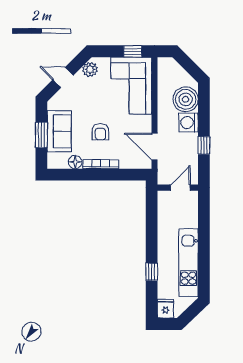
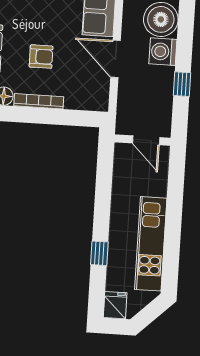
armchair: (100, 132) -> (41, 57), turned -90
door: (155, 146) -> (116, 59), moved
door: (180, 188) -> (146, 140), swing flipped

